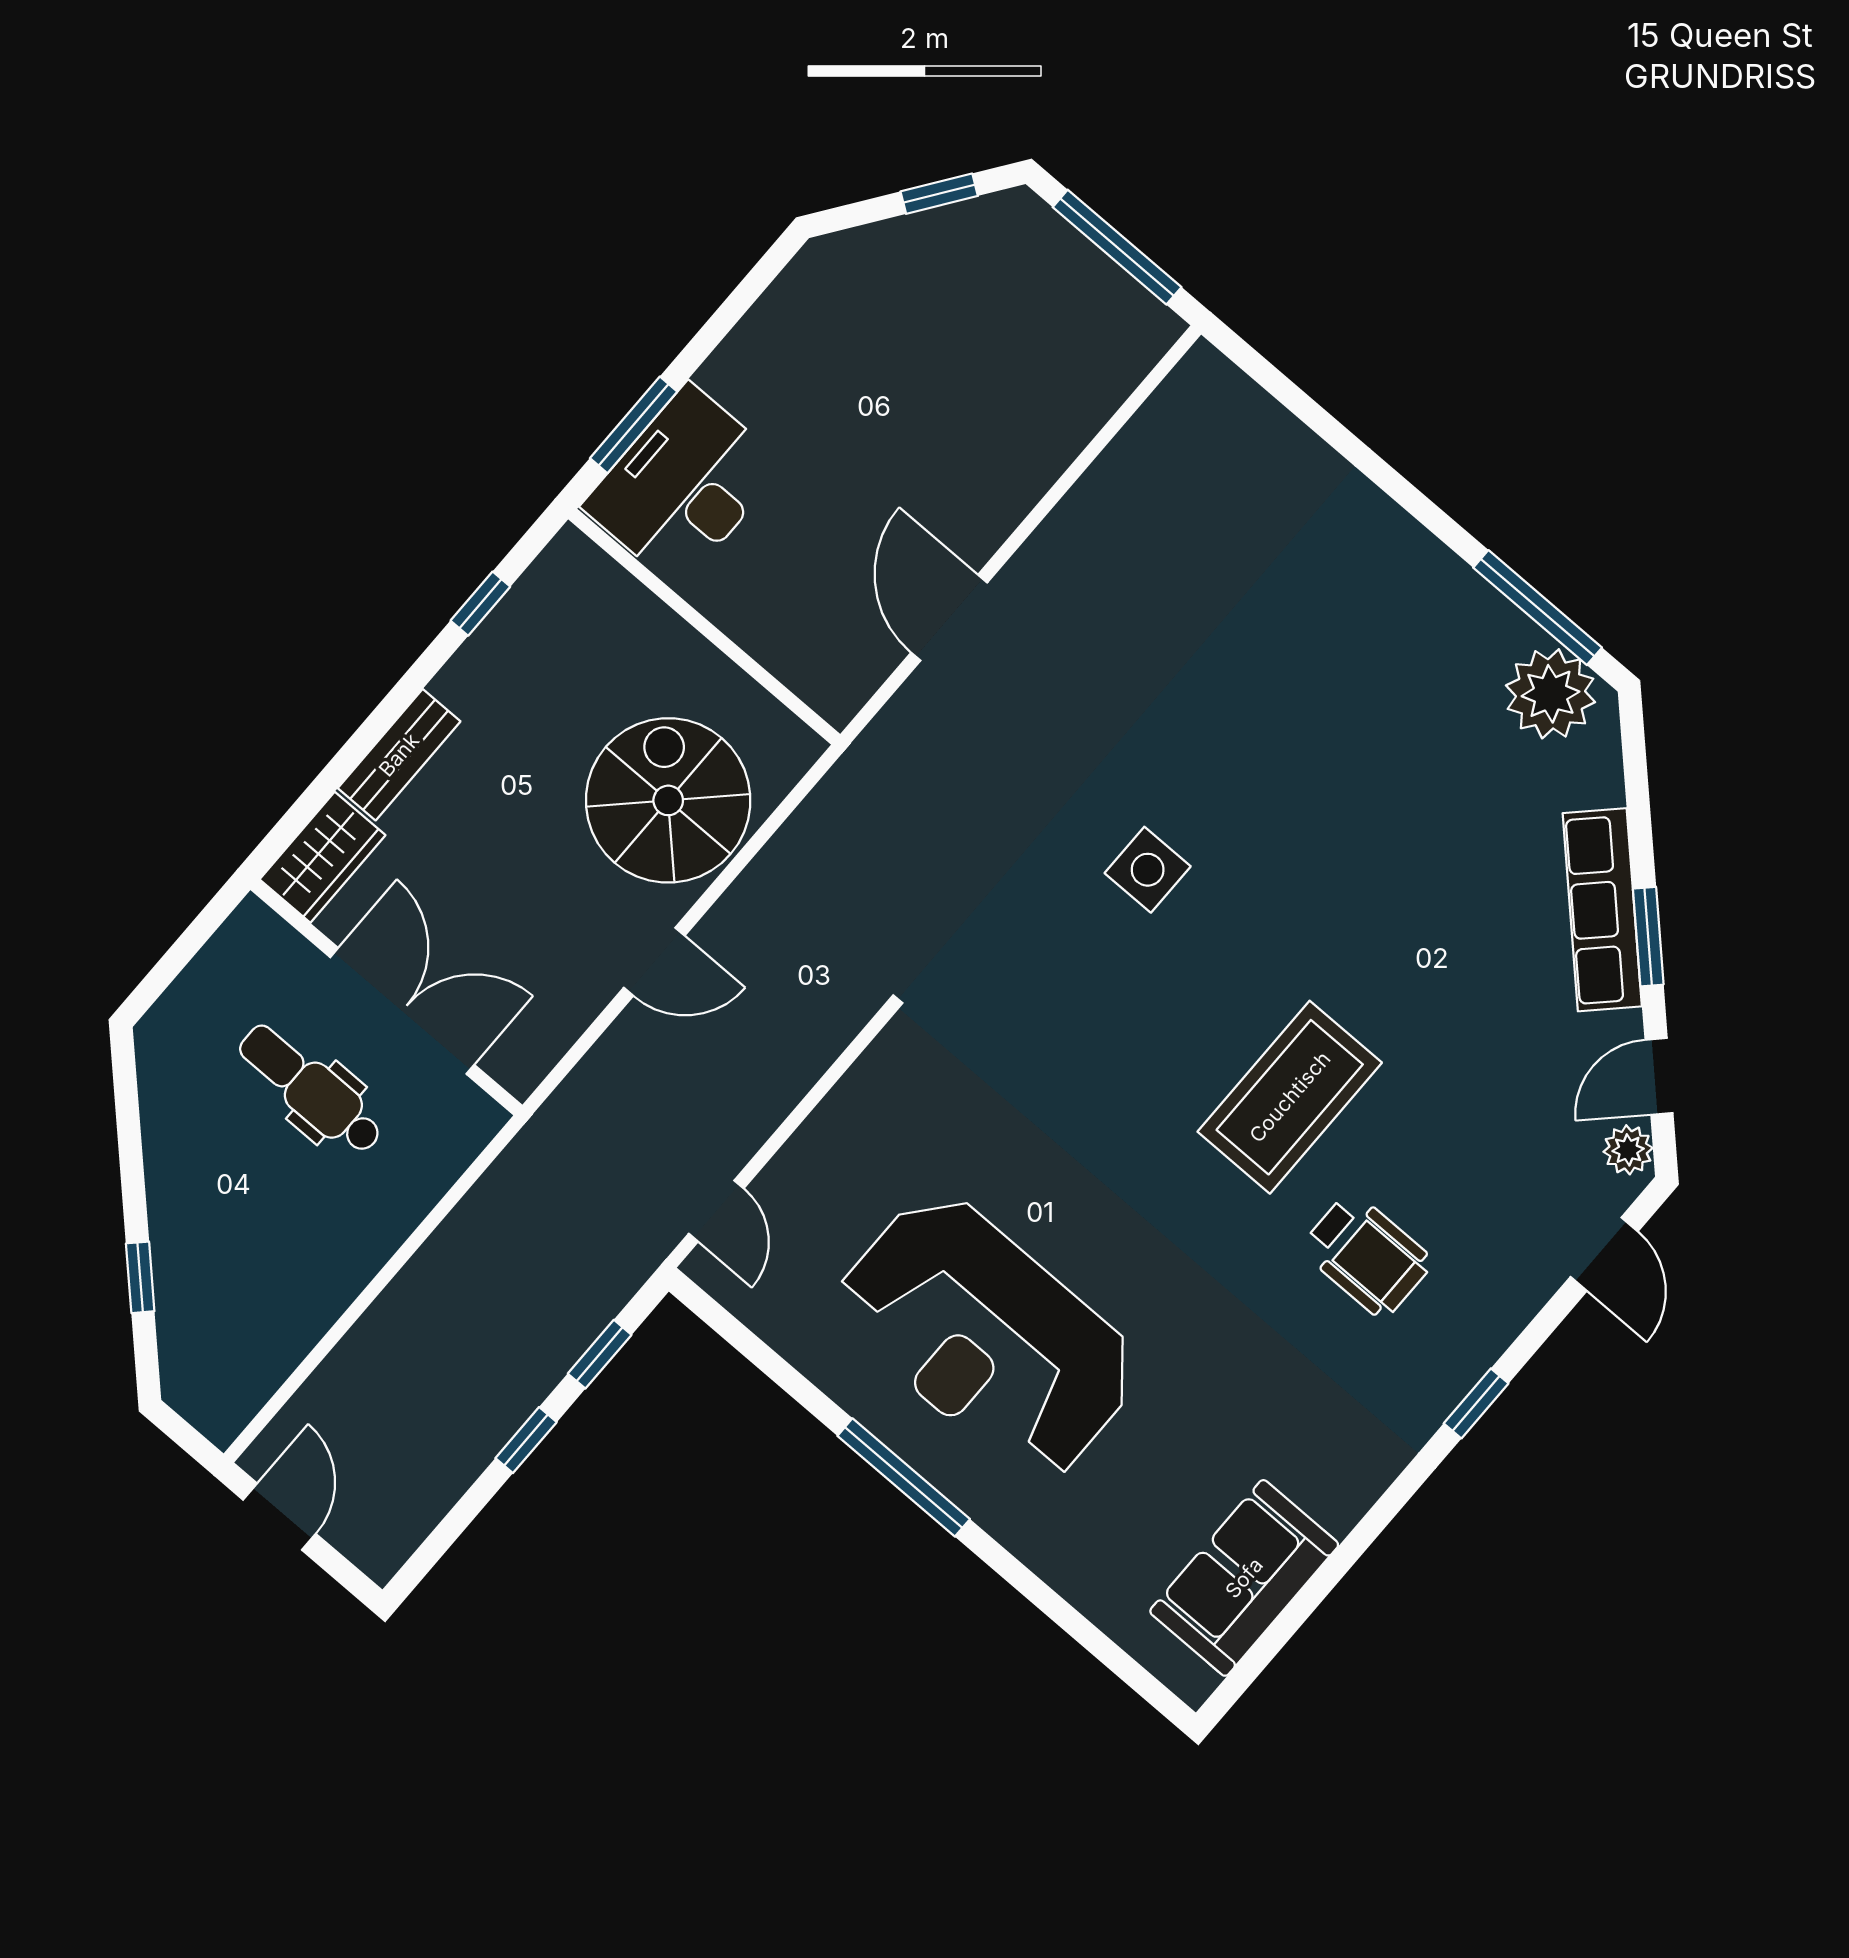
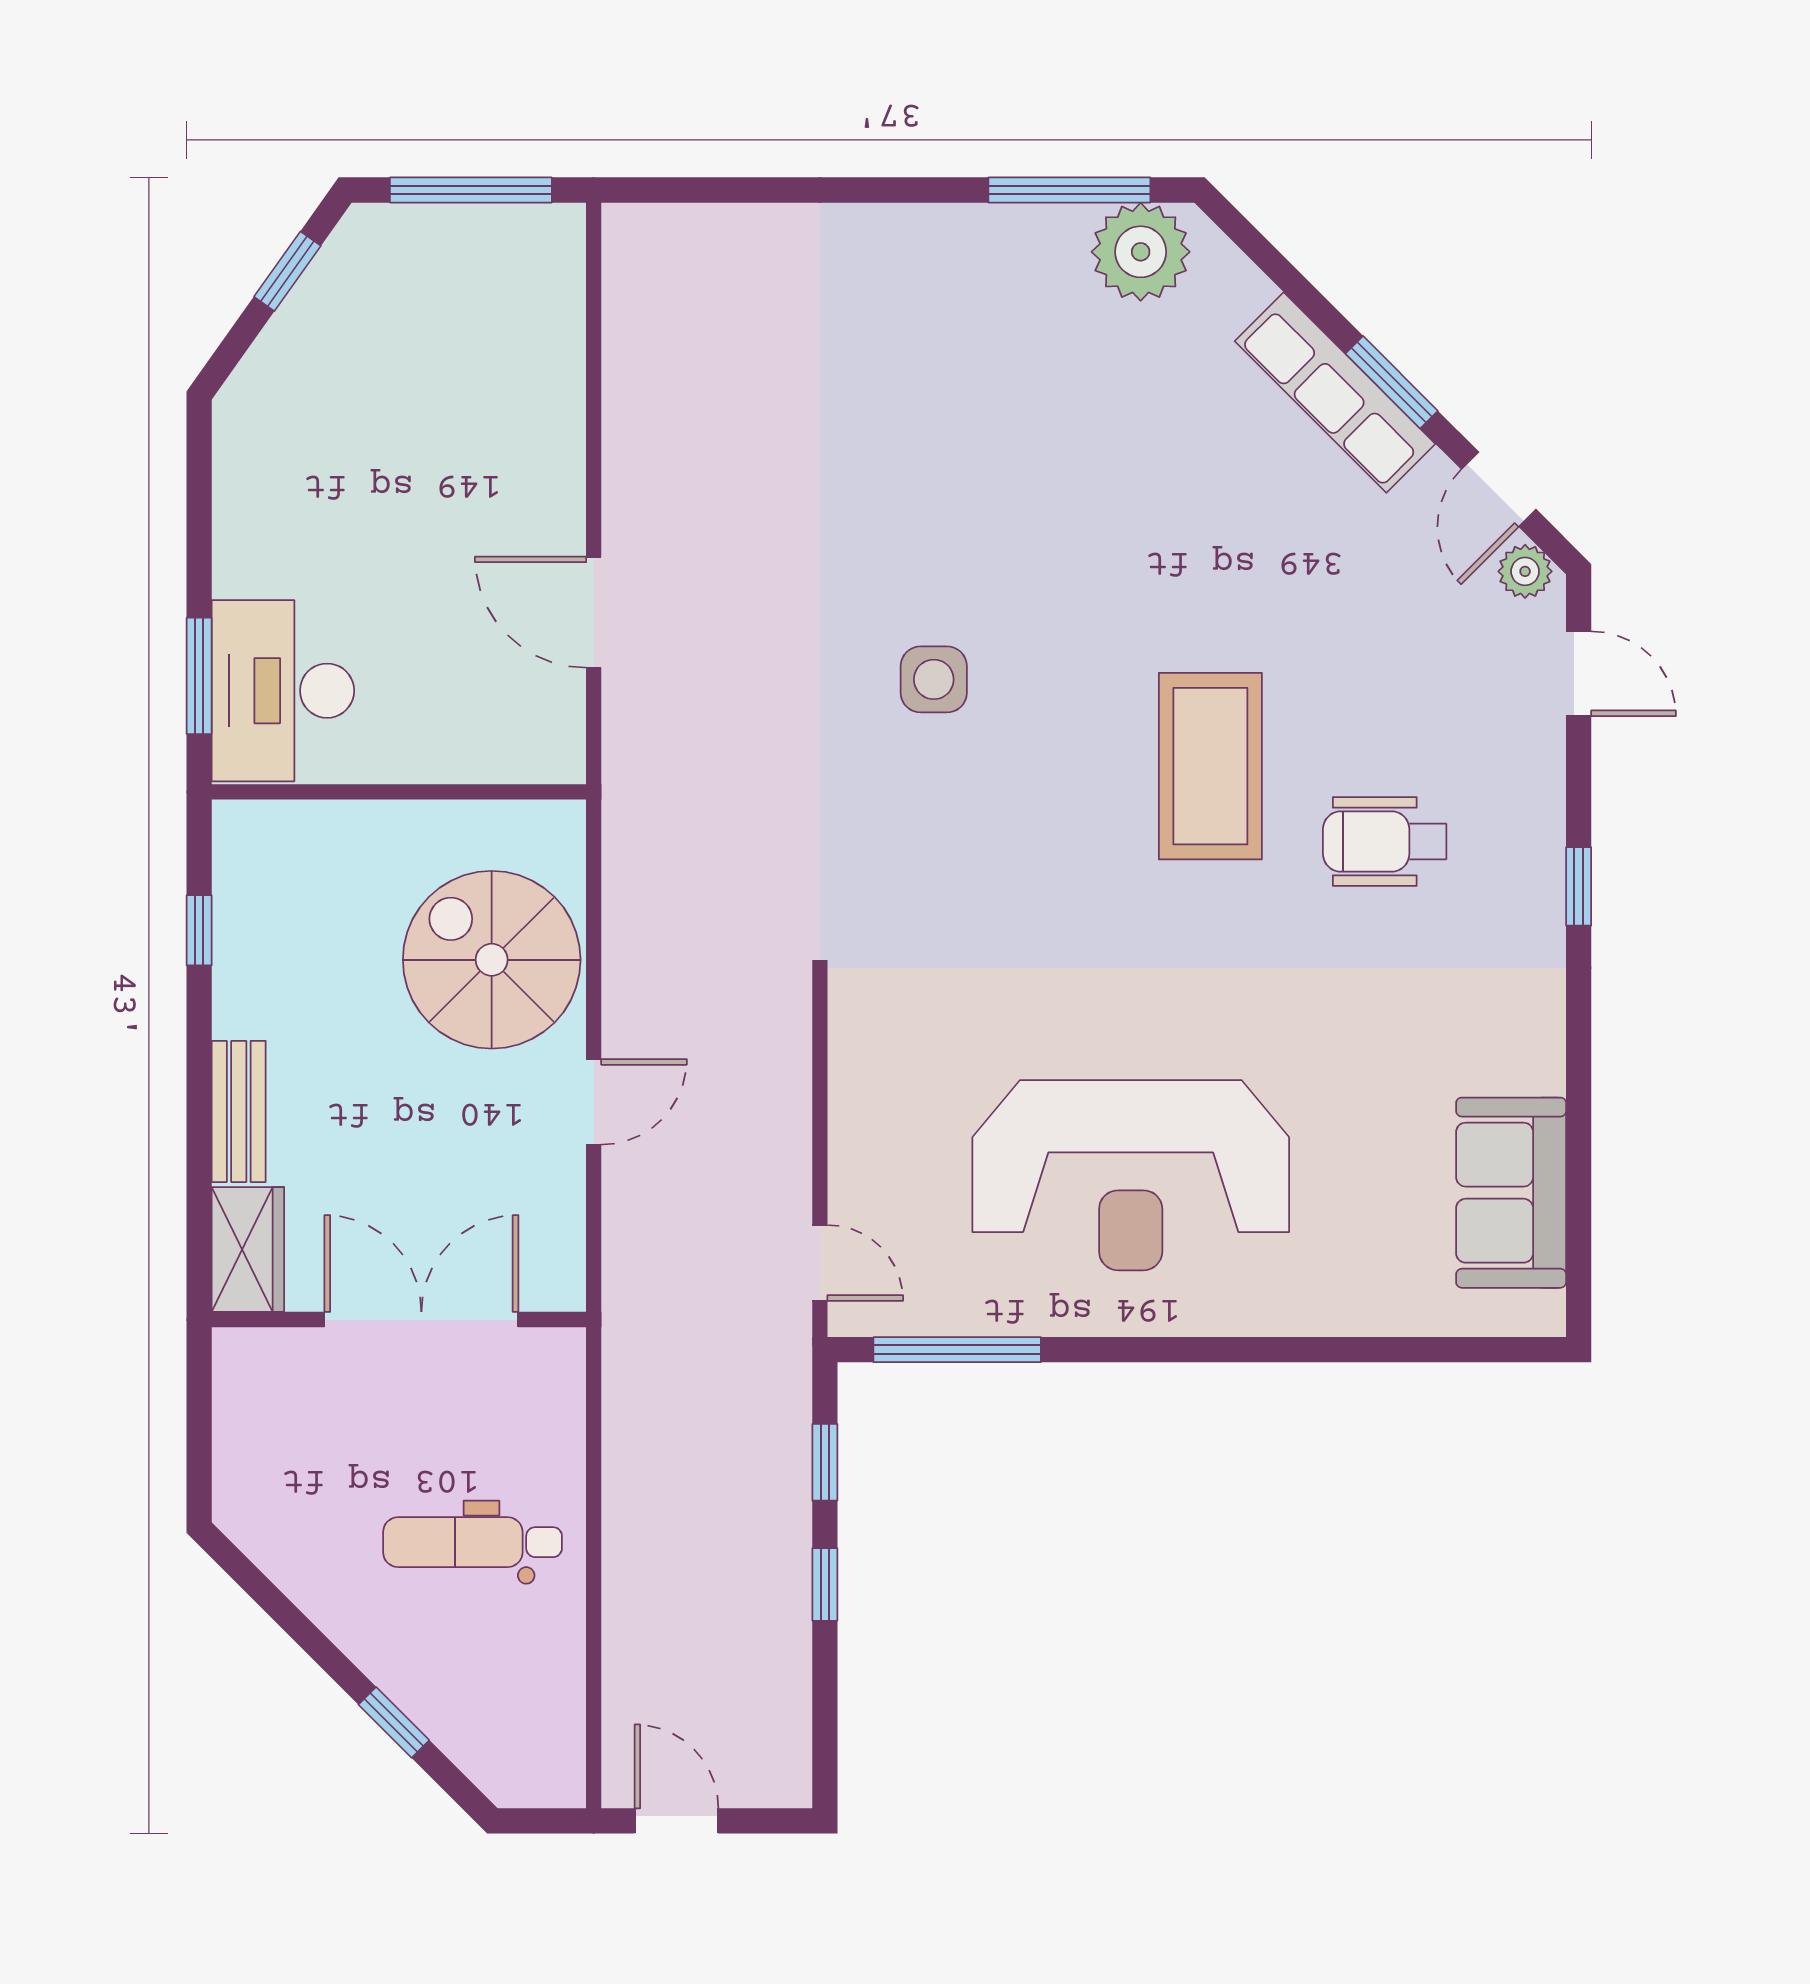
dental chair: (311, 1089) -> (473, 1542), moved
wheelchair: (1367, 1255) -> (1385, 842), turned 180
window: (904, 1477) -> (957, 1350), moved

